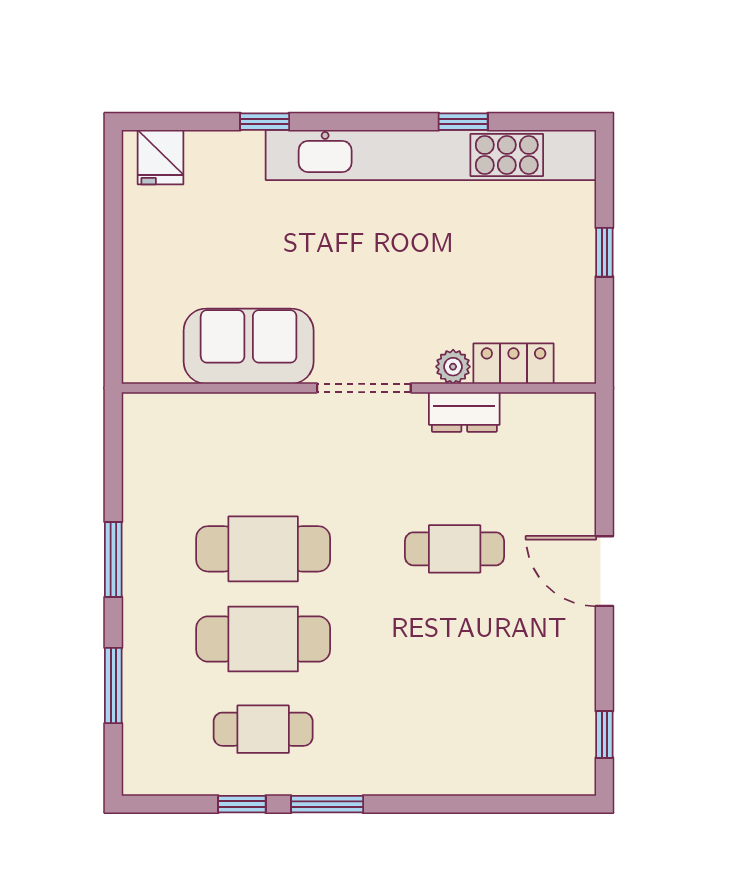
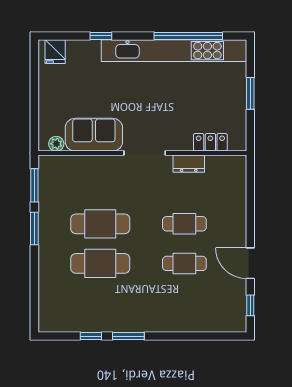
window: (463, 122) -> (188, 36), width x3.17
window: (604, 252) -> (250, 93), width x1.50
plant: (453, 367) -> (56, 144), moved
door: (604, 571) -> (250, 263), moved
window: (113, 686) -> (34, 185), moved
cafe table: (263, 729) -> (184, 263), moved

